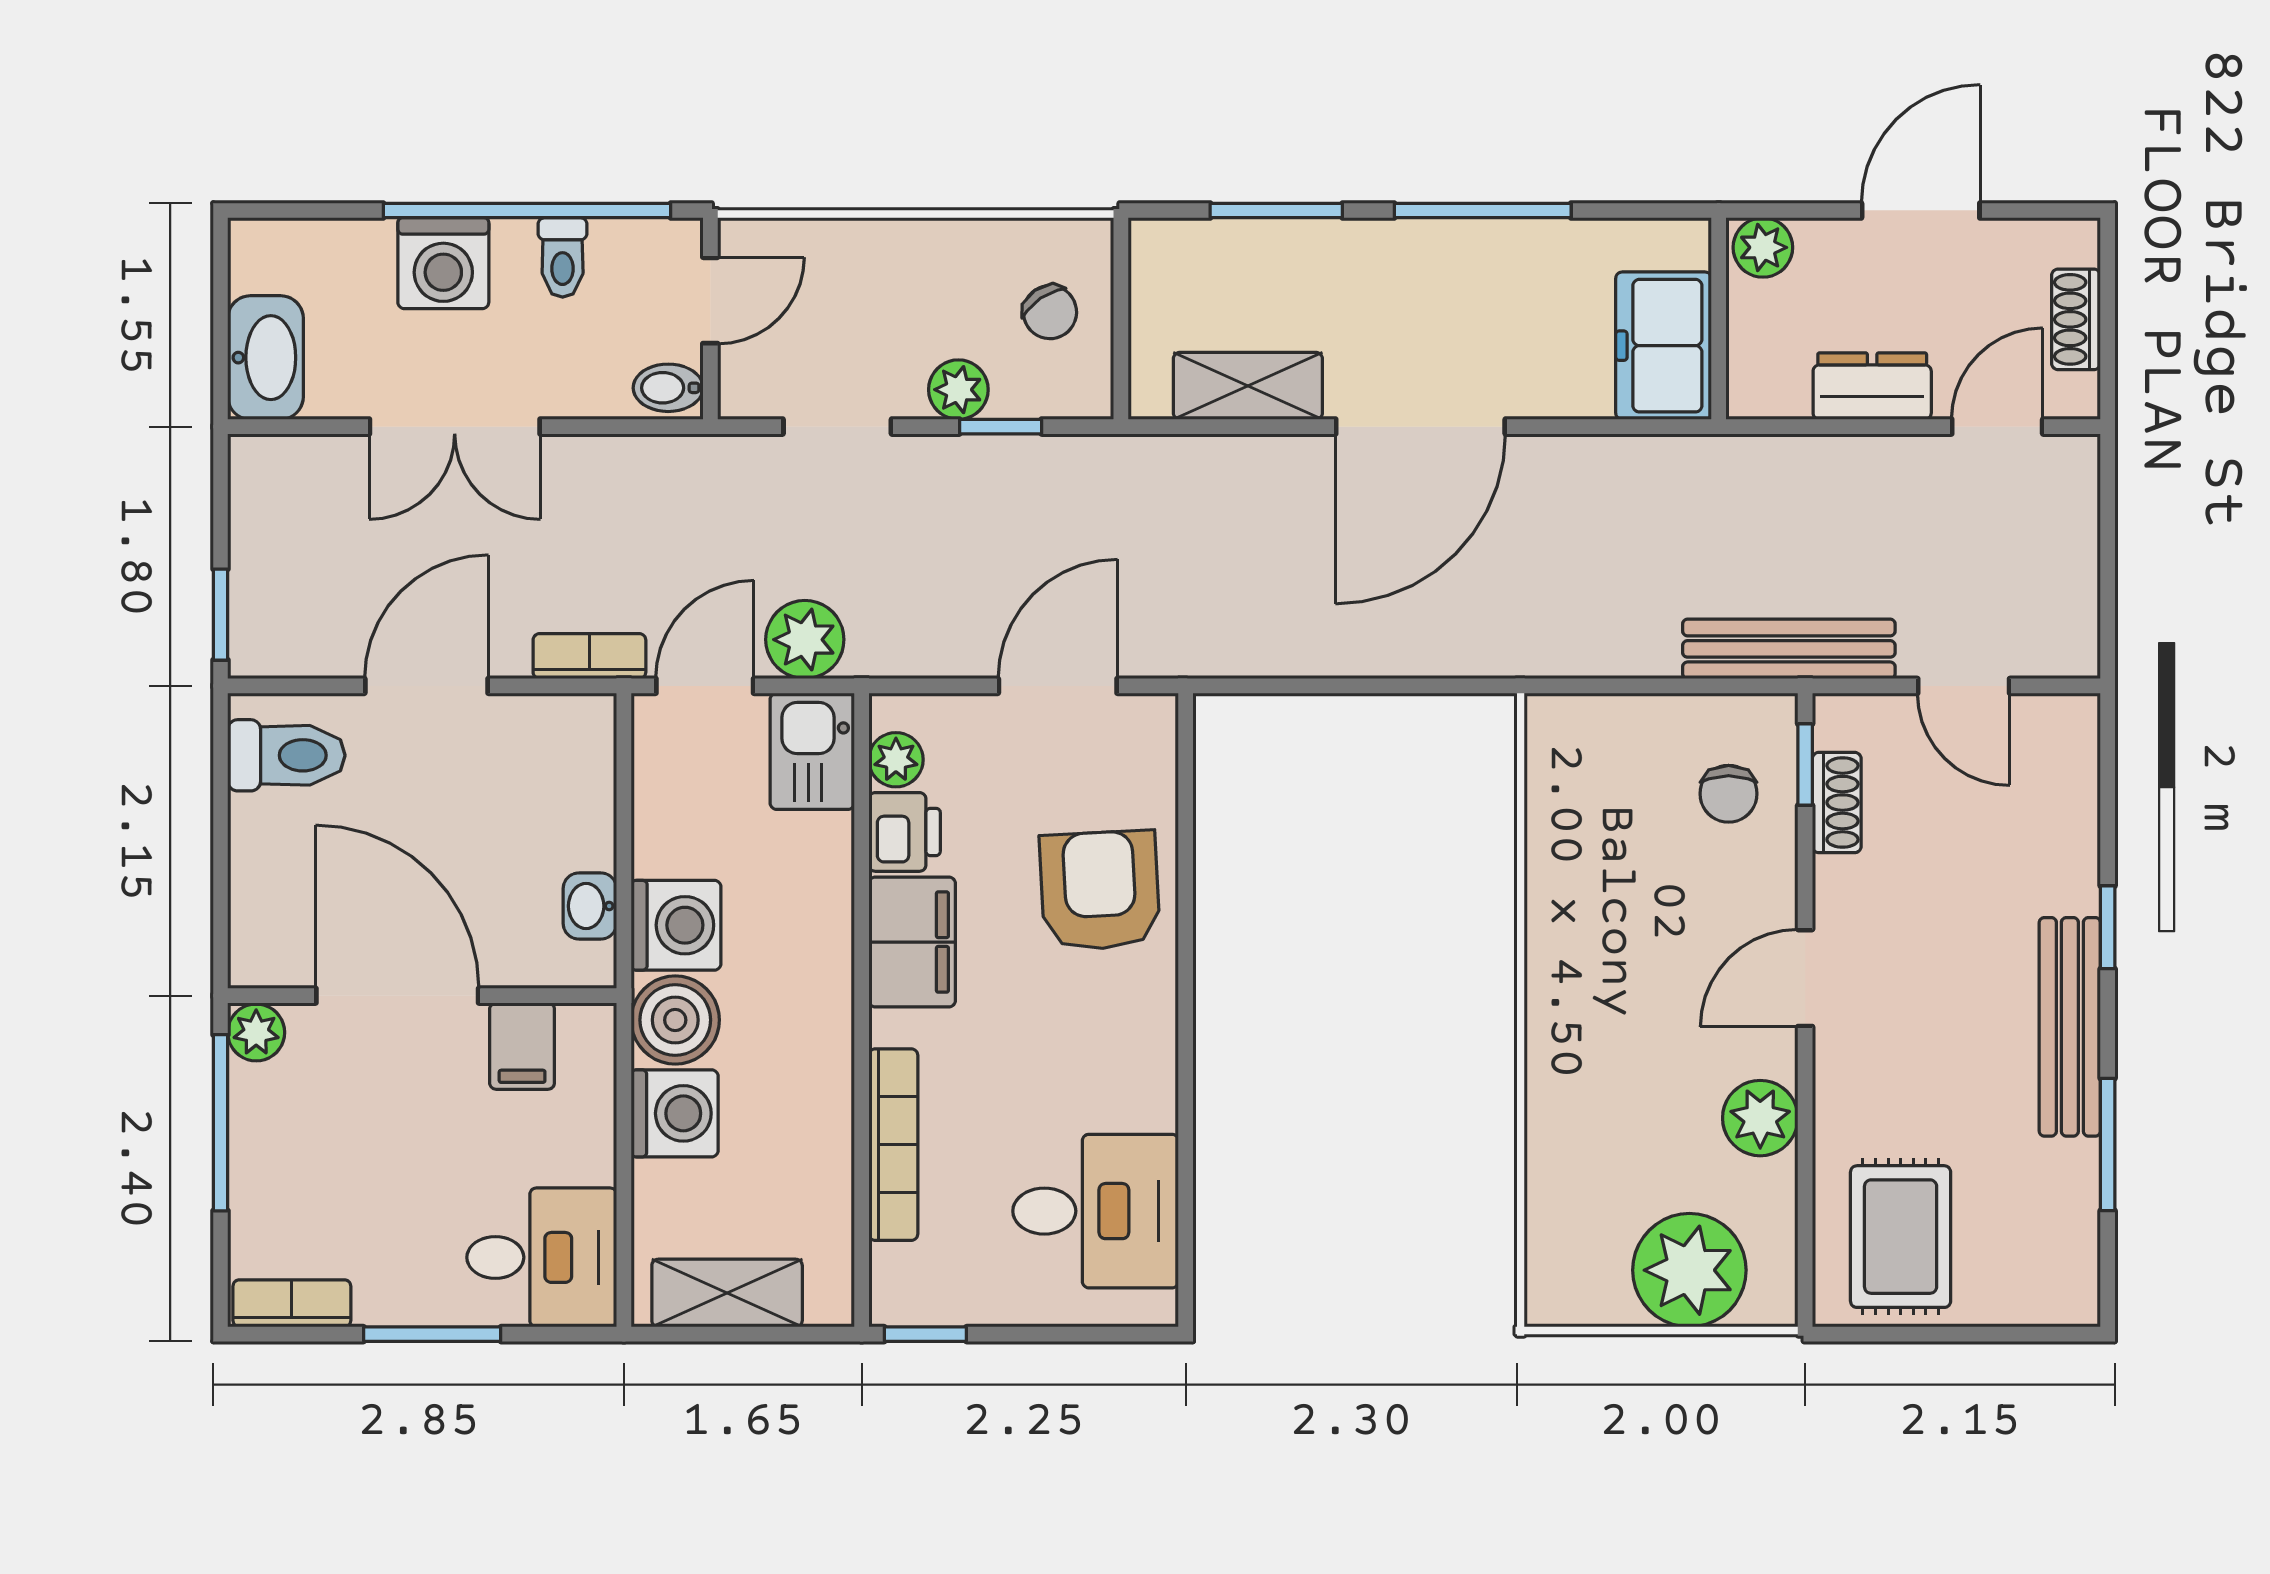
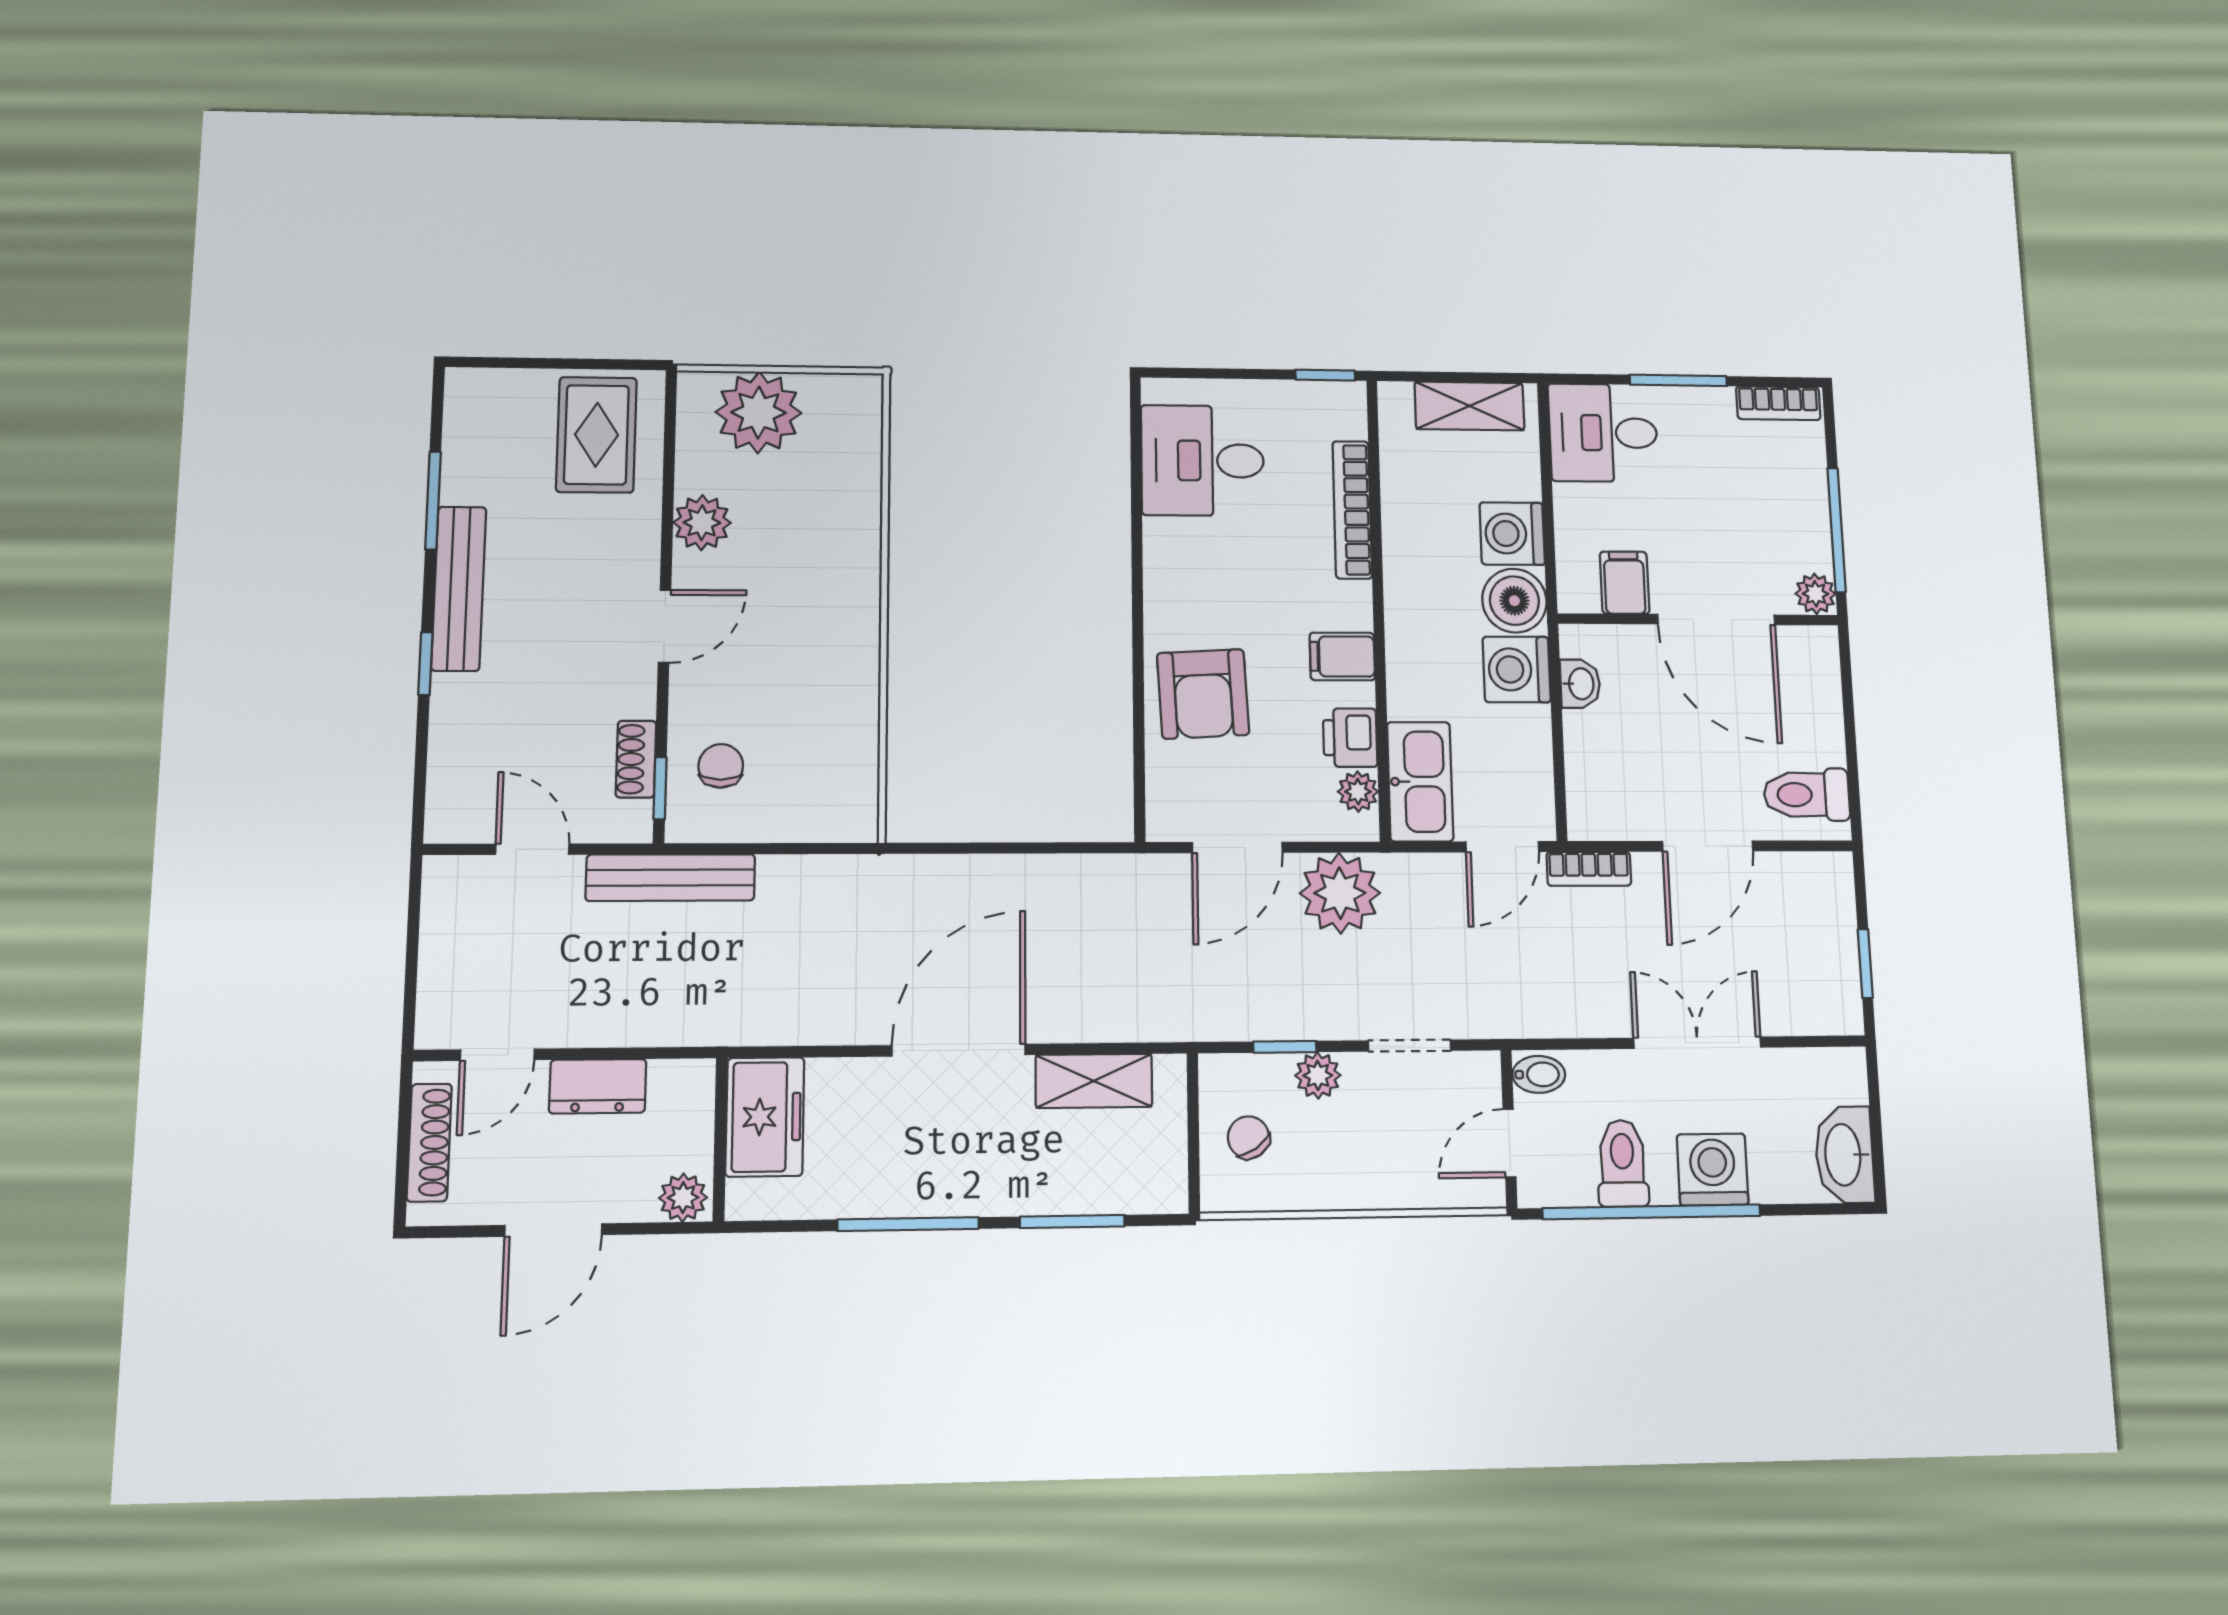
toilet: (563, 257) -> (1622, 1163), width x1.37, depth x1.39
shoe rack: (2076, 319) -> (429, 1143), width x1.43
washbasin: (266, 358) -> (1845, 1155), moved
window: (221, 615) -> (1865, 964), moved
plant: (805, 640) -> (1340, 893), moved, width x1.36, depth x1.36
kitchen sink: (812, 751) -> (1420, 782), width x1.38
filing cabinet: (912, 942) -> (1342, 656), width x0.50

